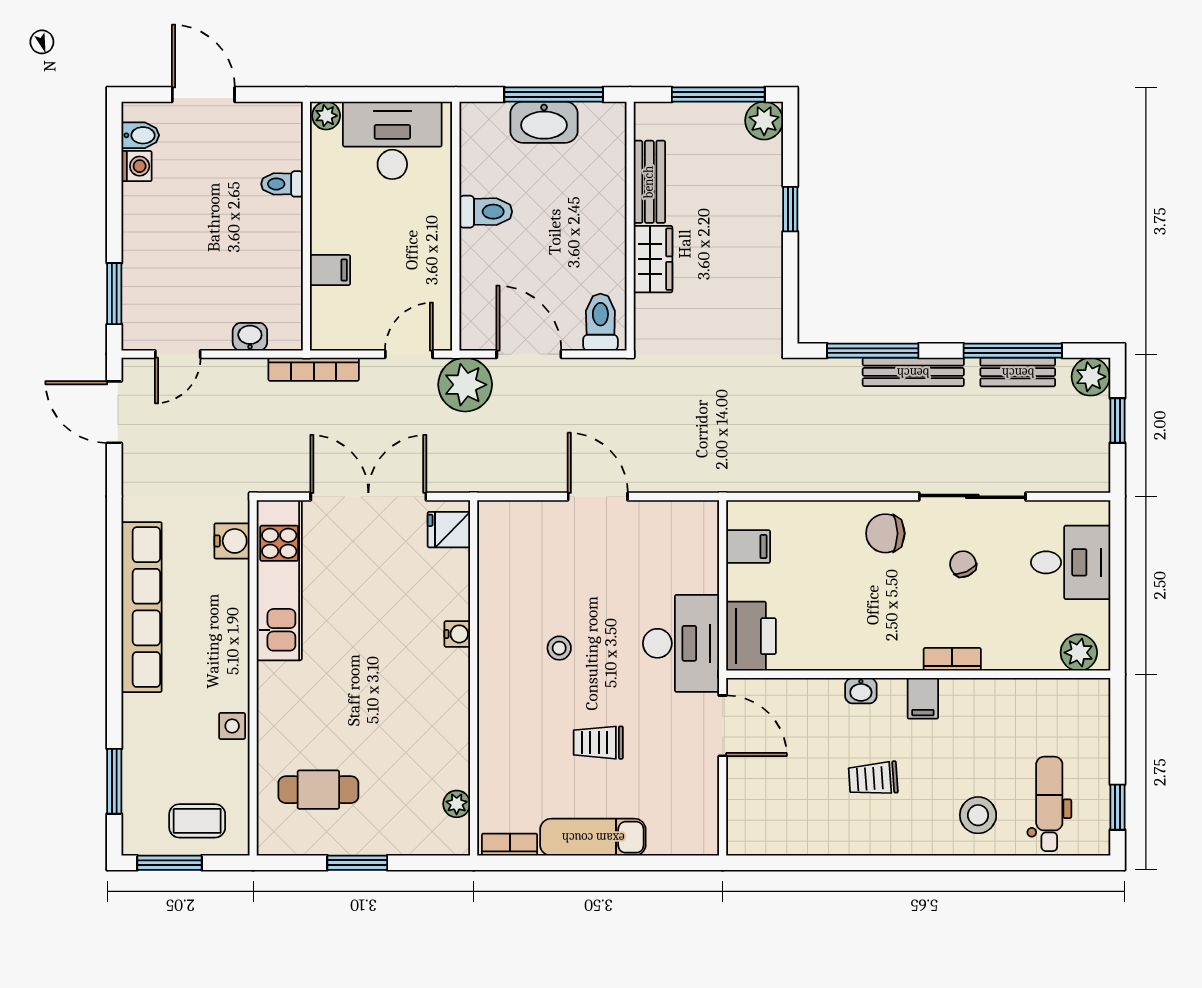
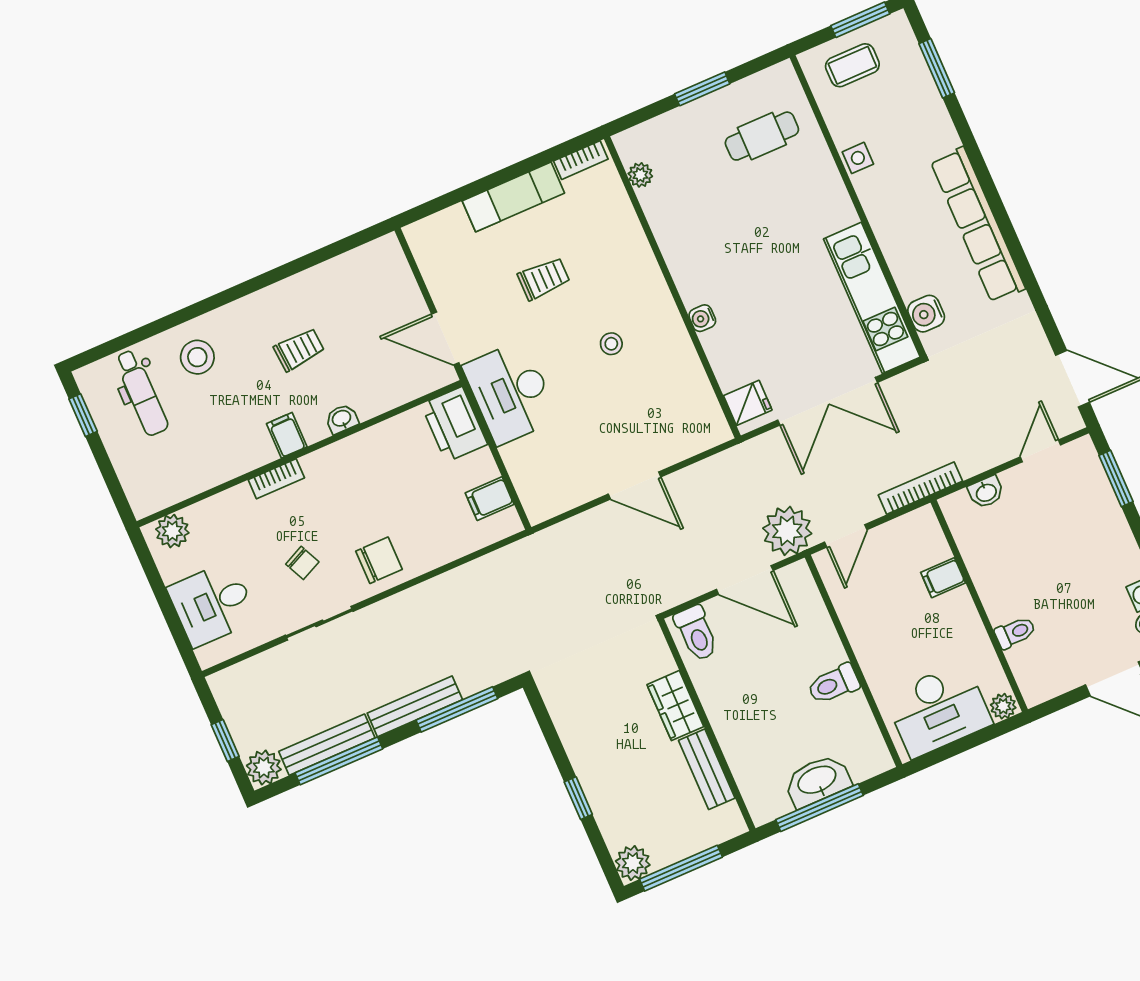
bench: (1018, 372) -> (327, 745), width x1.36
sliding door: (972, 496) -> (319, 623), width x0.73

